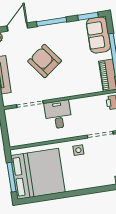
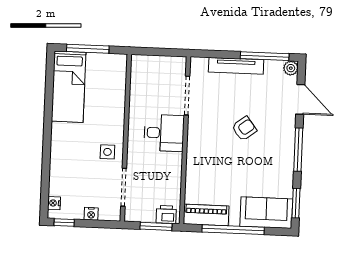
armchair: (45, 61) -> (244, 129), width x0.53, depth x0.53
bed: (38, 174) -> (69, 87), width x0.49

